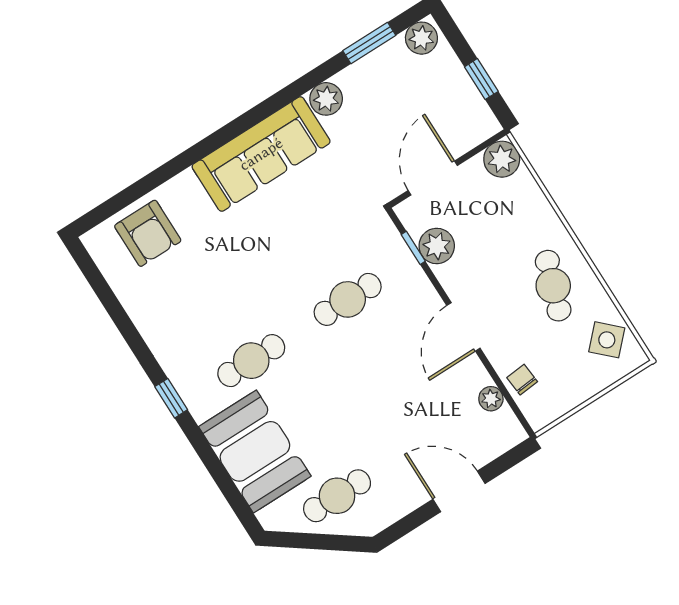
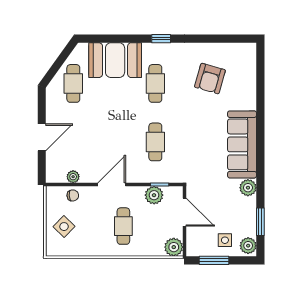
window: (481, 79) -> (214, 260), width x1.50
side table: (437, 82) -> (225, 240), added
armchair: (148, 233) -> (210, 79), moved, turned -74
cafe table: (553, 286) -> (123, 226), moved, turned 71
door: (463, 327) -> (112, 185), hinge flipped
side table: (607, 340) -> (64, 227), moved

